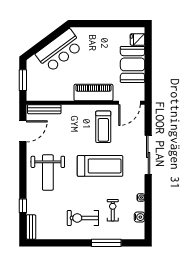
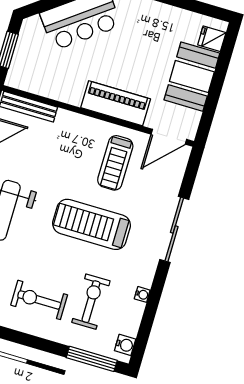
treadmill: (100, 166) -> (92, 224), turned 180
exercise bike: (113, 210) -> (91, 302), width x1.38, depth x1.39
water cooler: (140, 217) -> (125, 345), moved
window: (106, 243) -> (92, 359), moved

